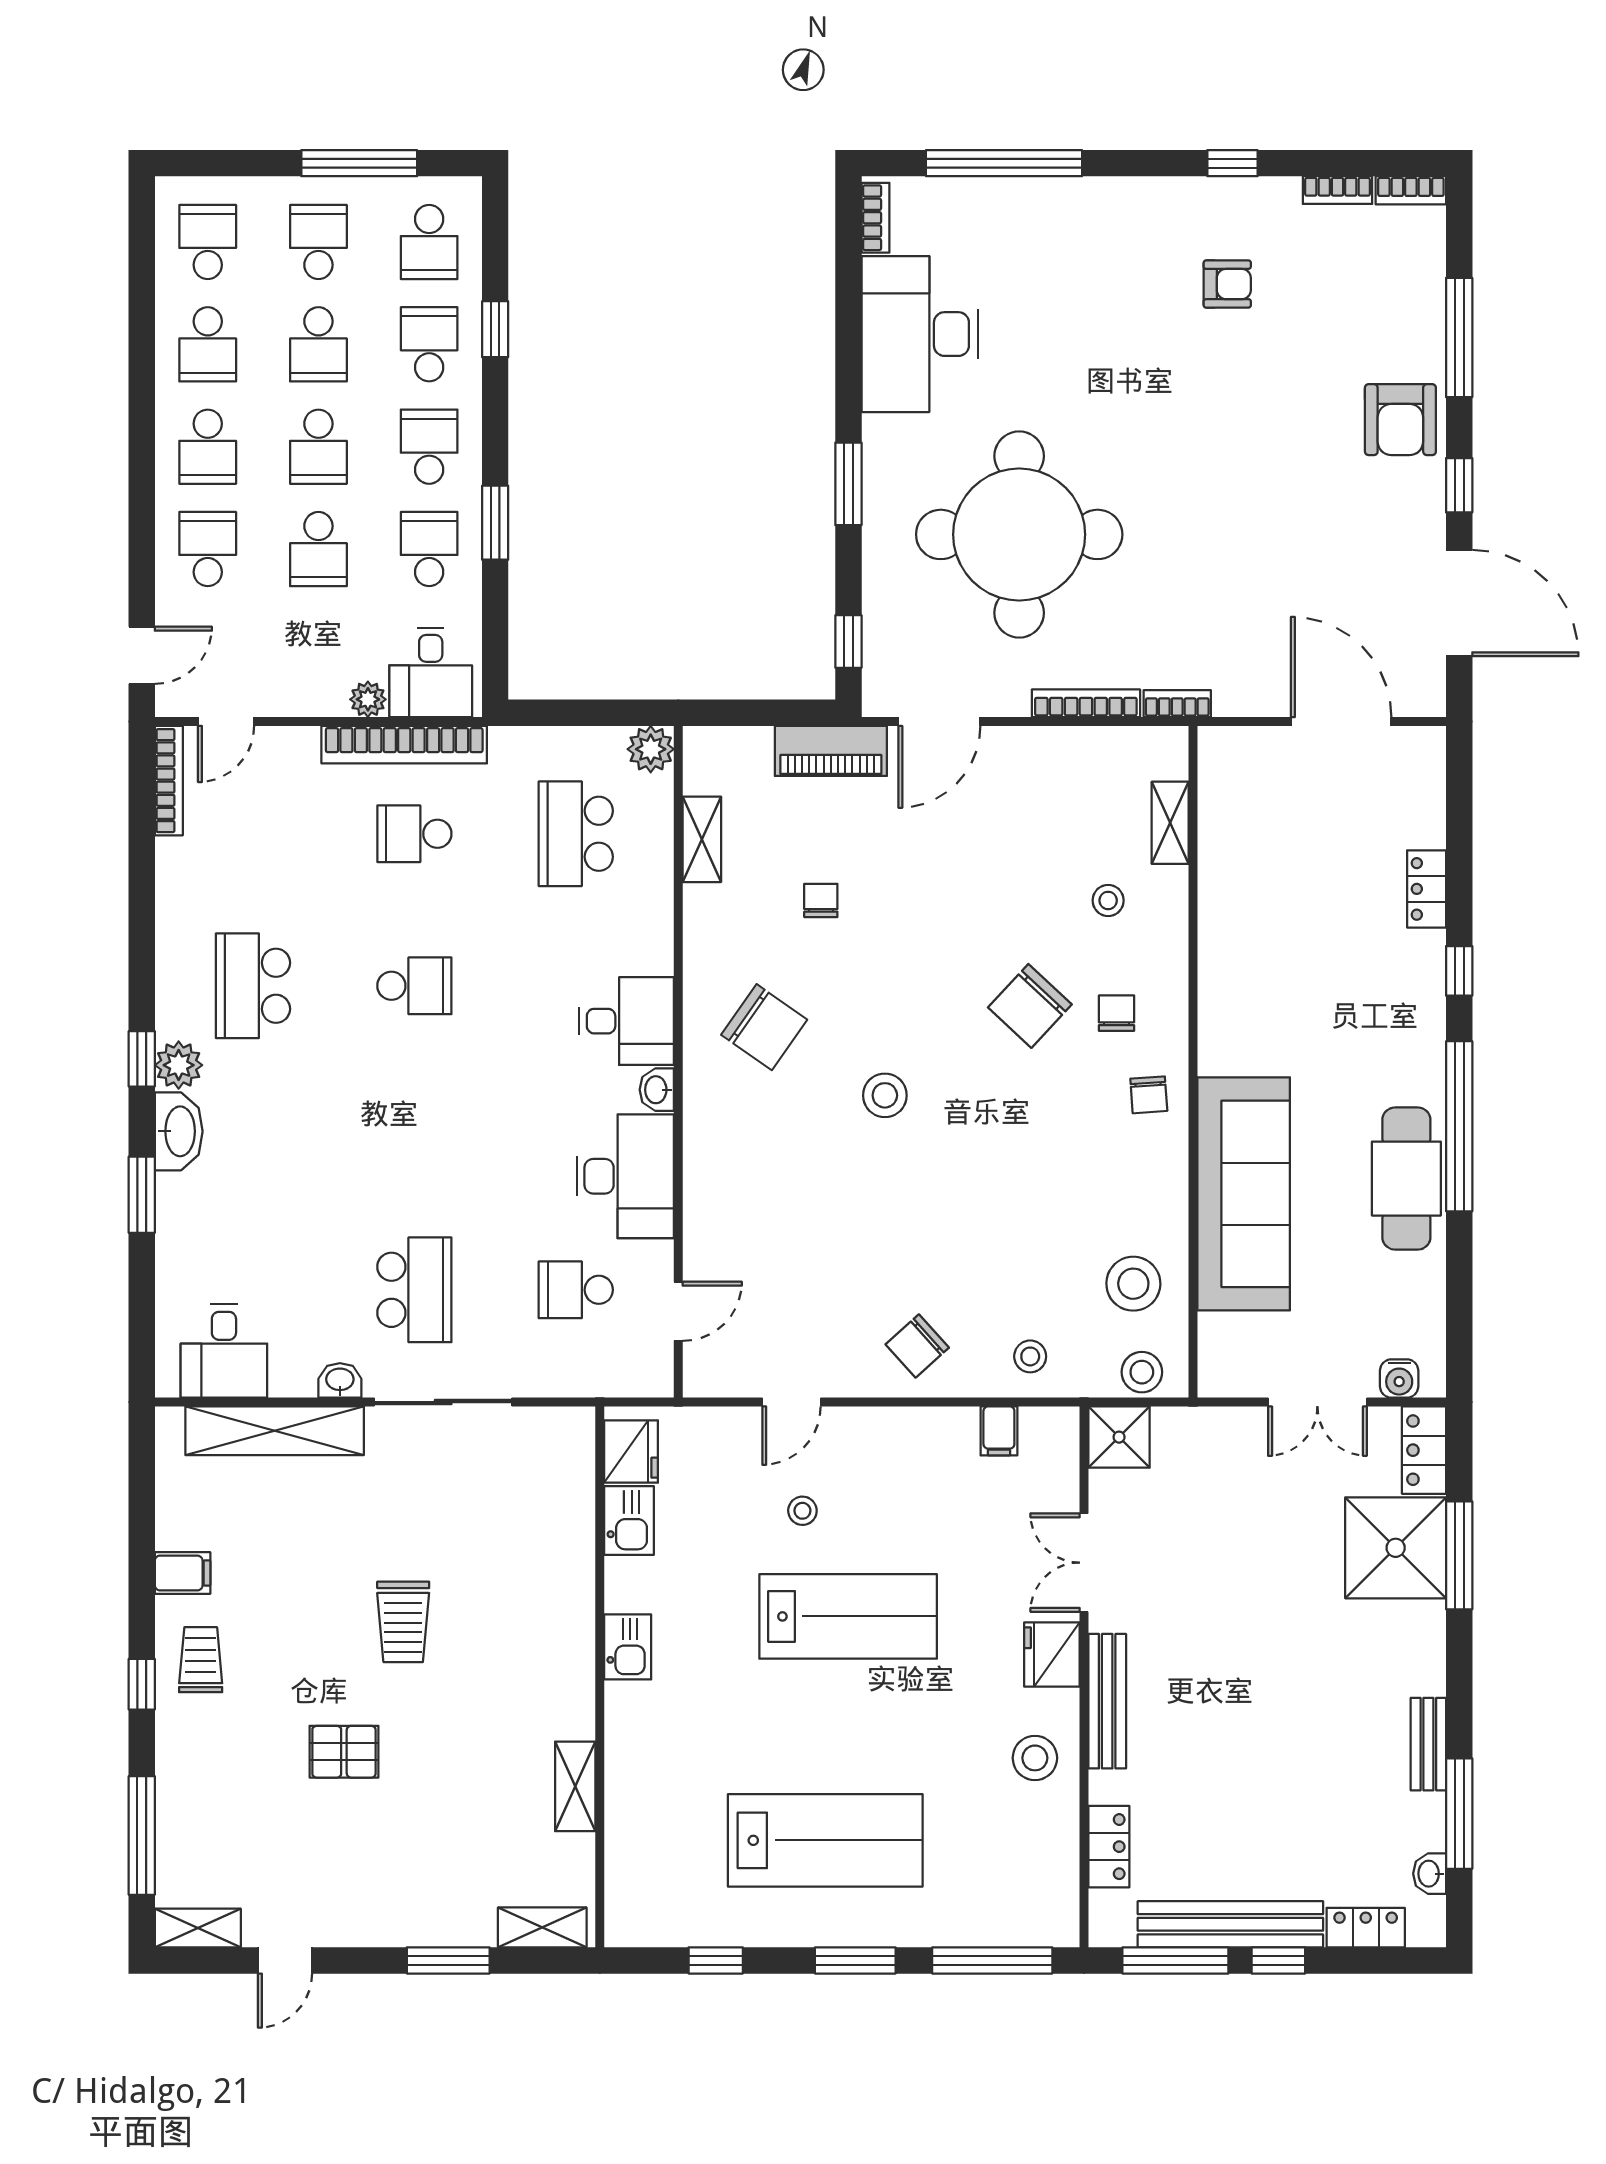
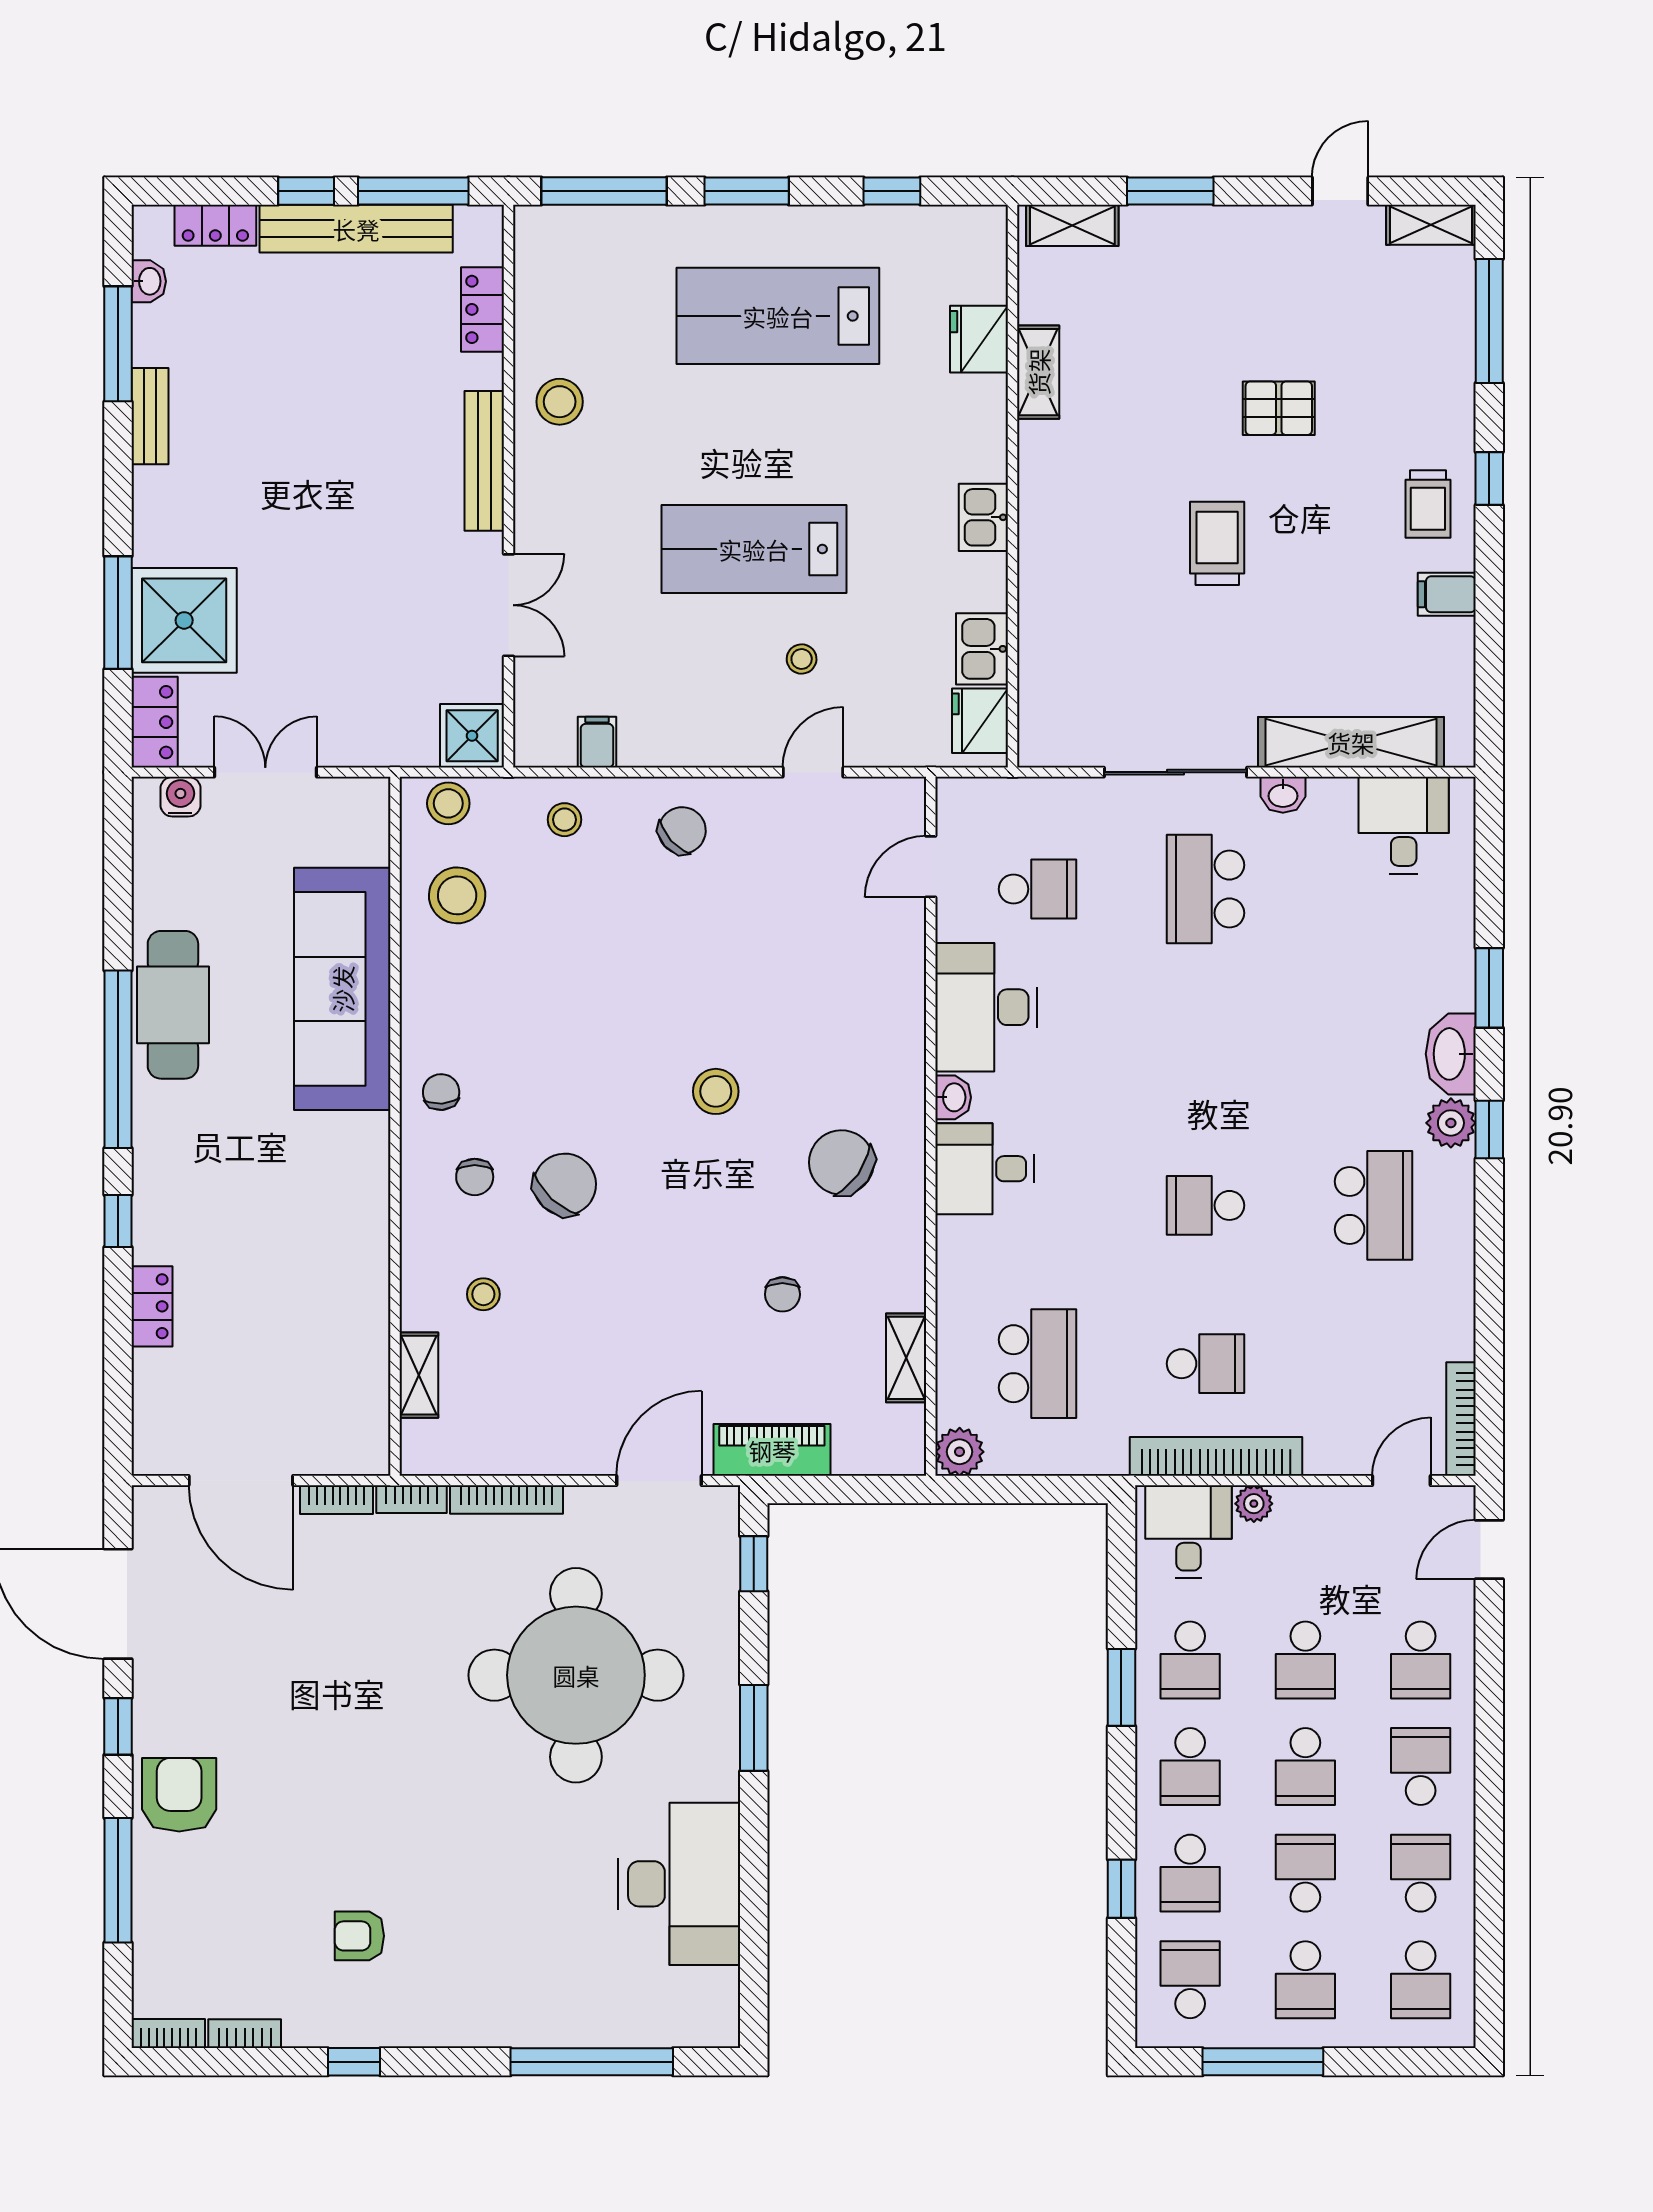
bookcase: (875, 218) -> (336, 1500), moved, turned -90
school desk: (318, 447) -> (1305, 1767), turned 180
school desk: (318, 549) -> (1305, 1660), turned 180
fridge: (1052, 1654) -> (979, 339), moved, turned 180

